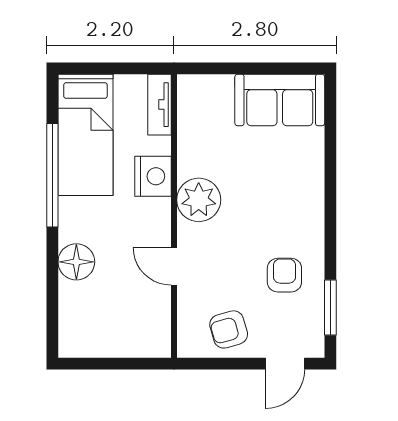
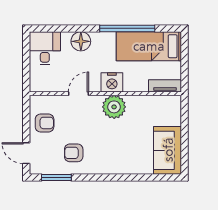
nightstand: (153, 176) -> (112, 82), moved
armchair: (284, 275) -> (74, 153), turned 180
desk: (89, 329) -> (45, 48), added
armchair: (229, 329) -> (45, 123), turned 106

